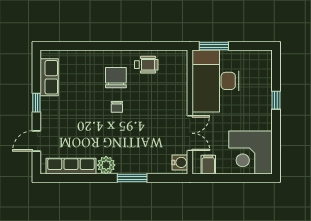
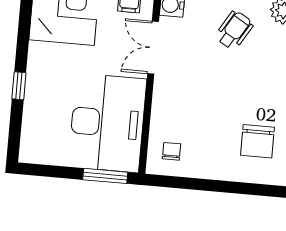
wheelchair: (146, 65) -> (234, 30), moved, turned 121
chair: (117, 107) -> (171, 151), moved

